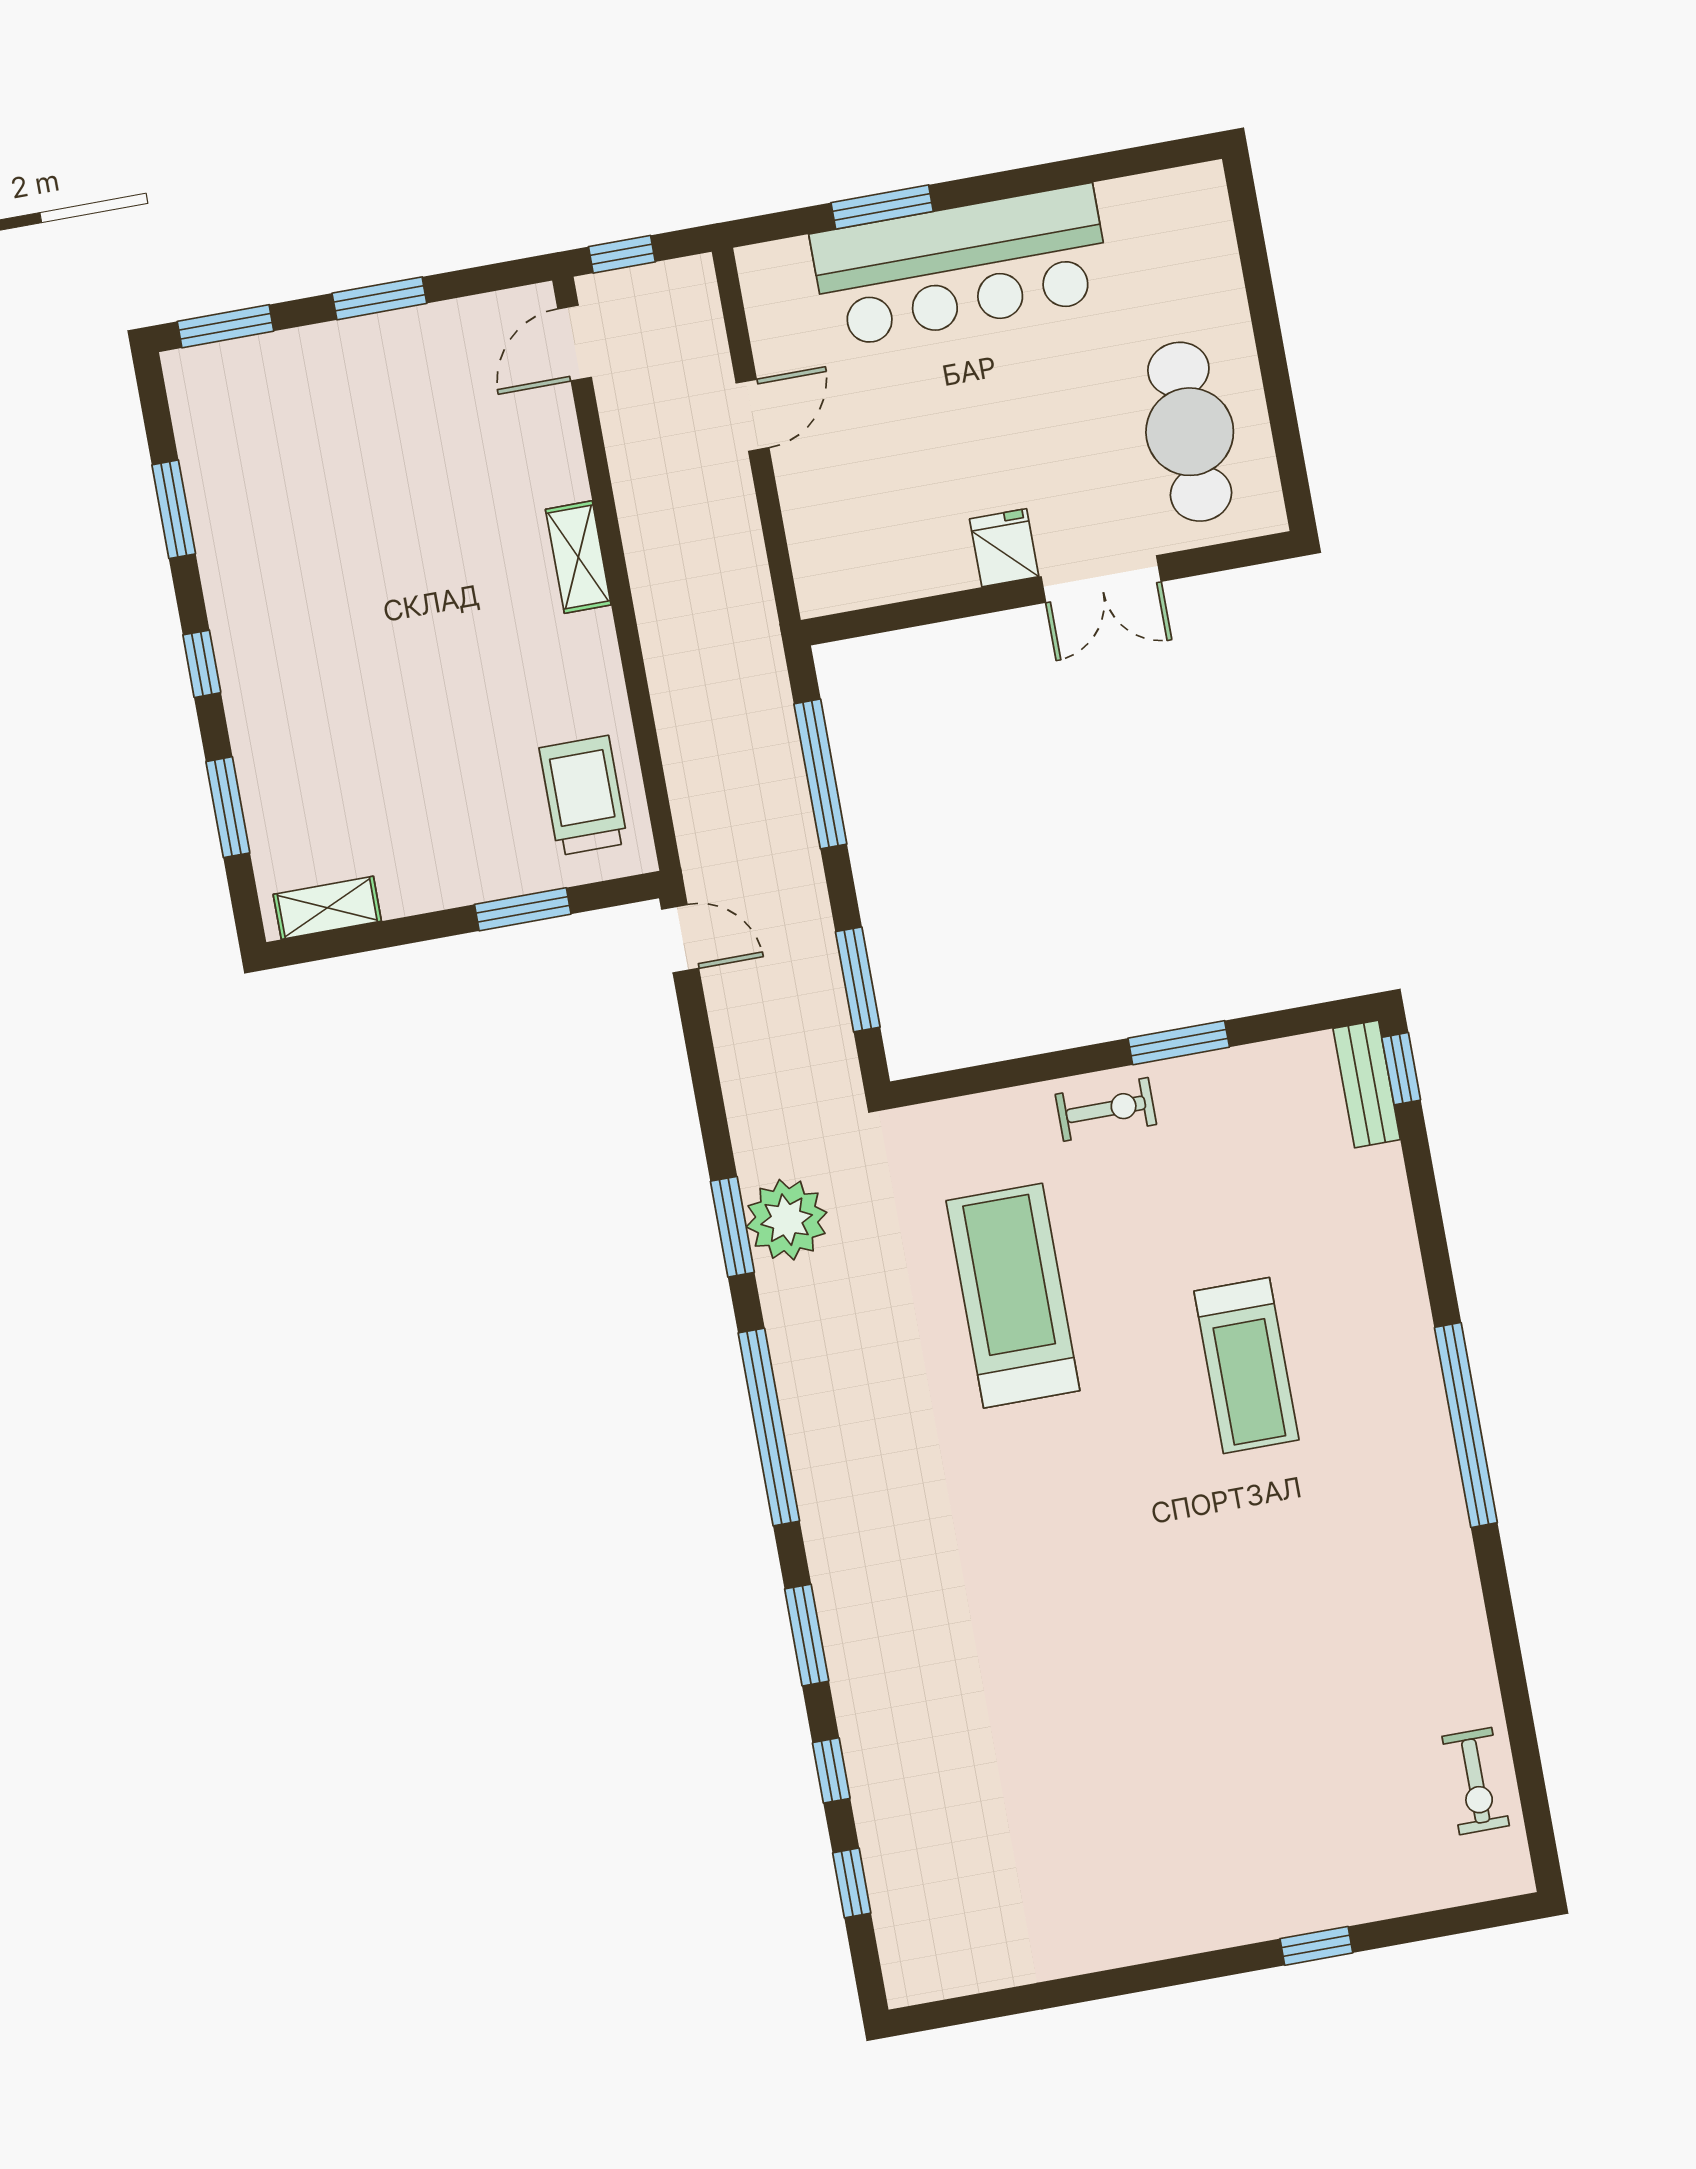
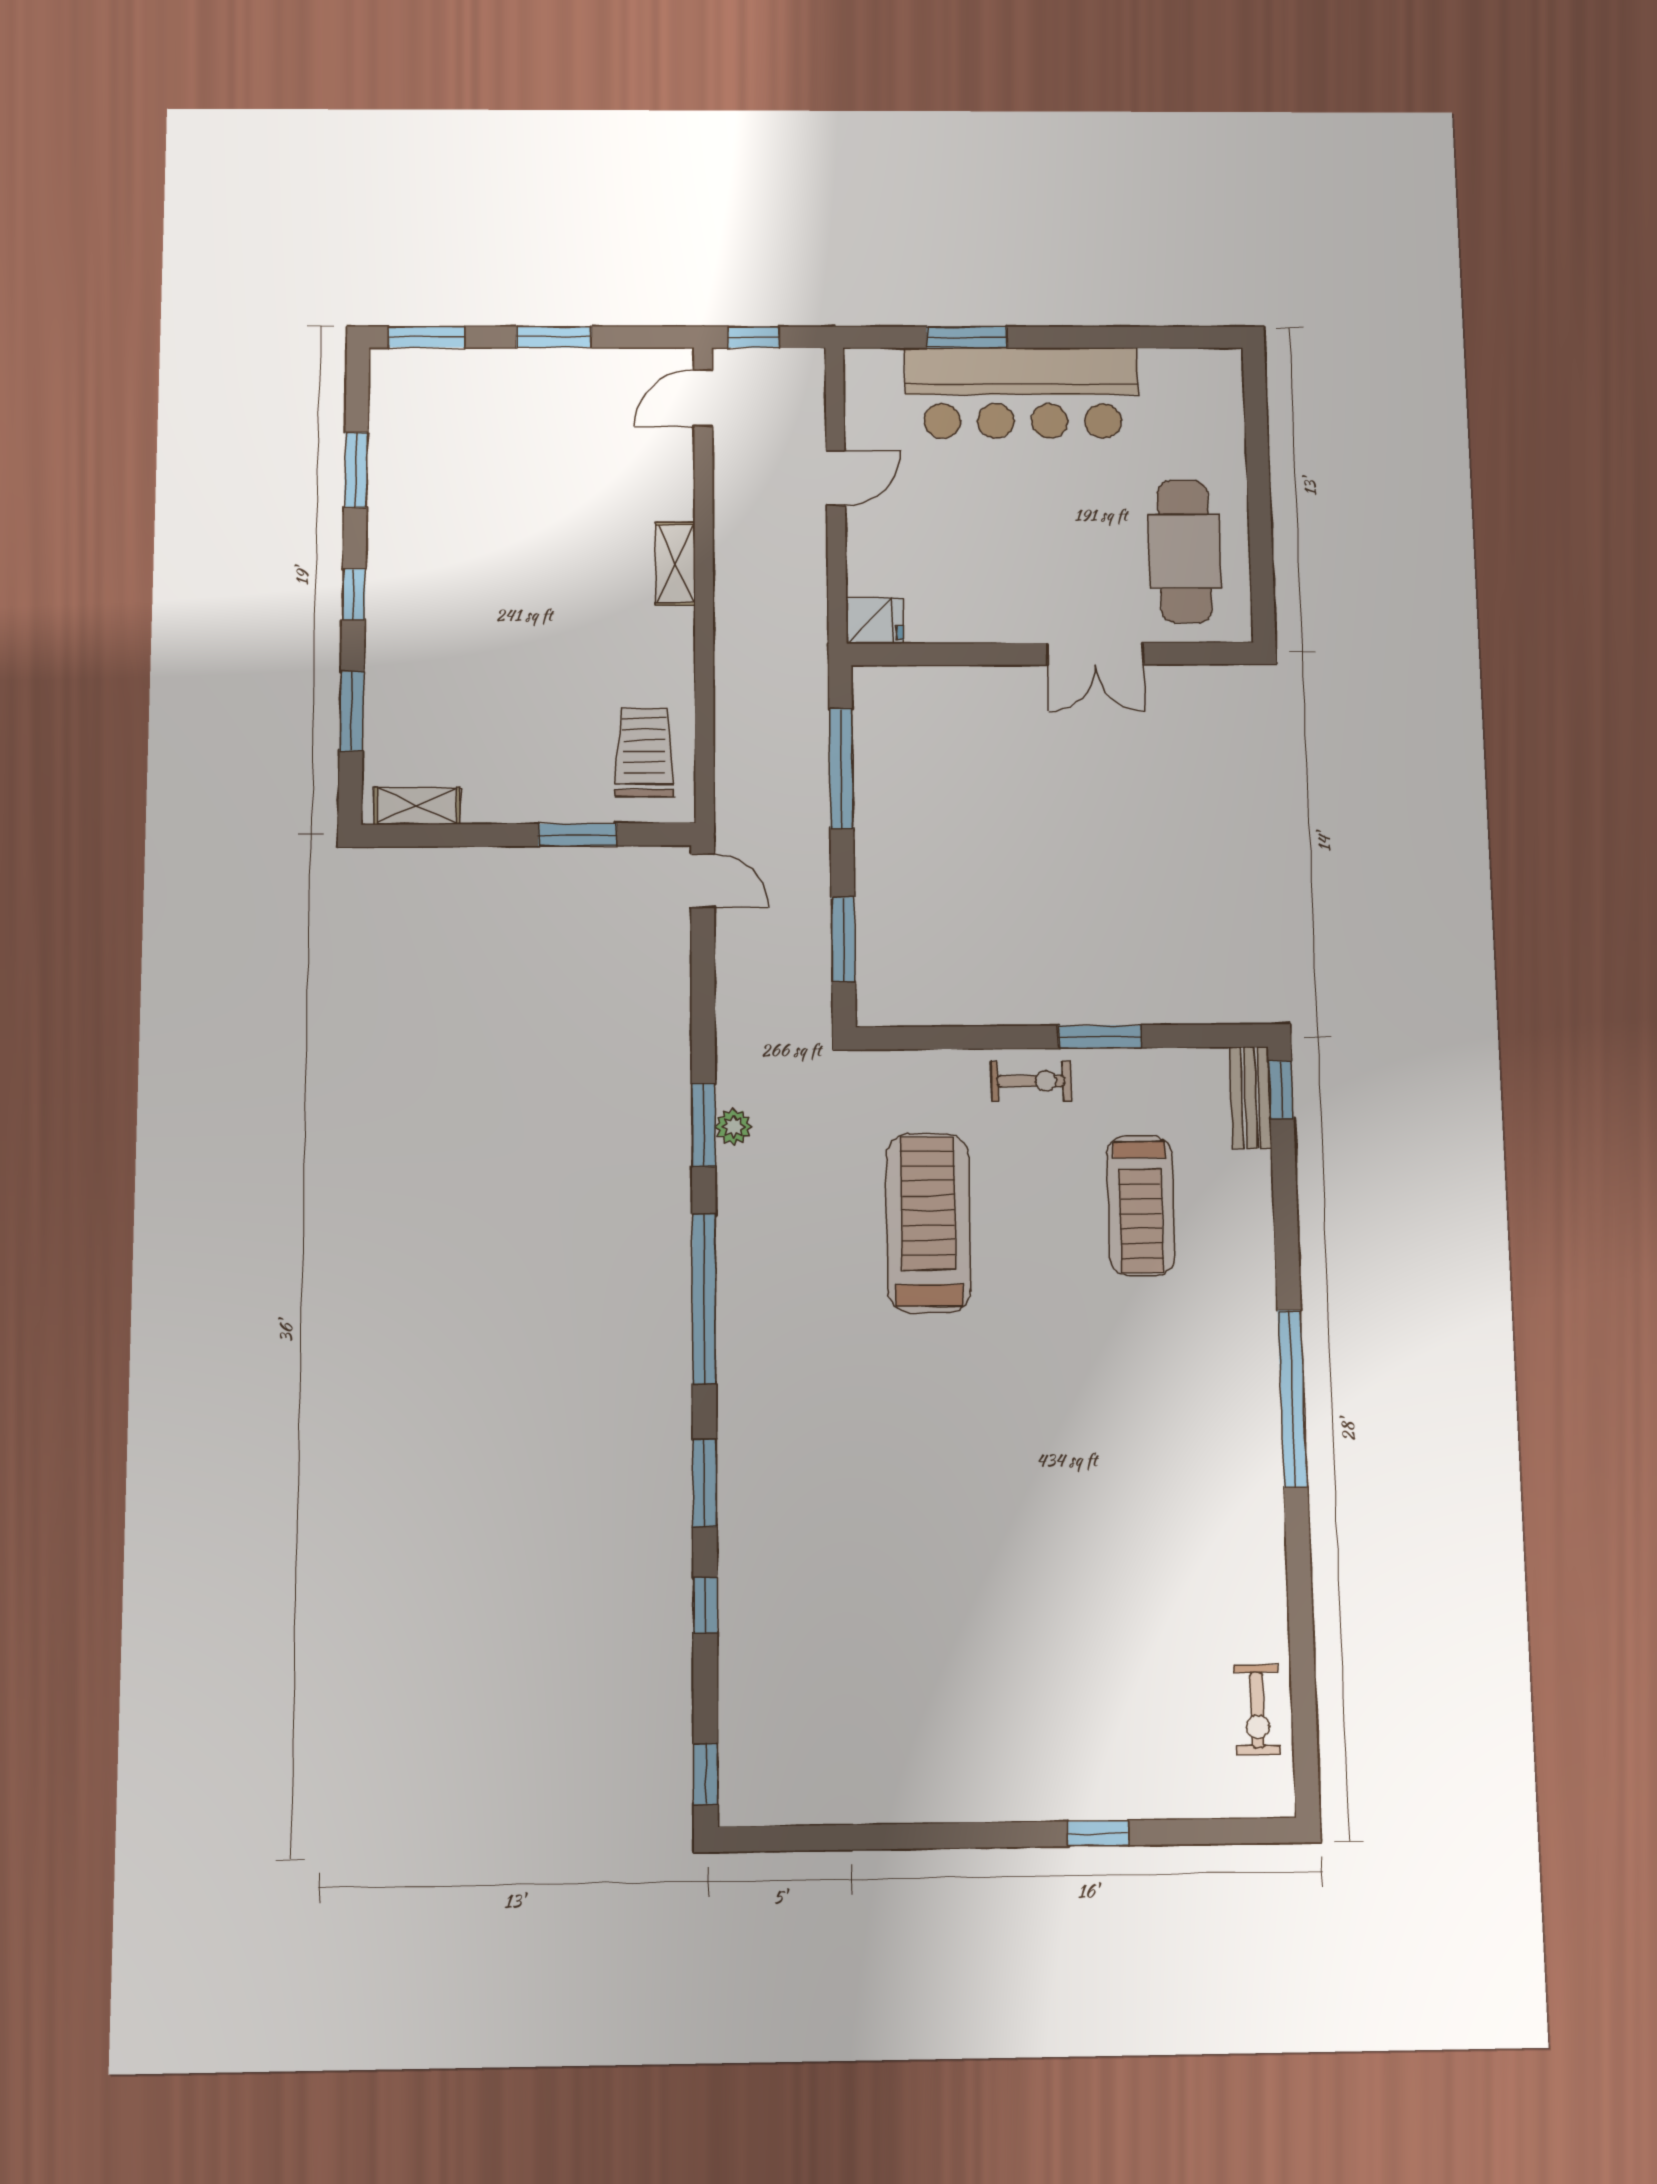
fridge: (1004, 548) -> (875, 621), moved, turned 90
plant: (787, 1220) -> (734, 1127), width x0.53, depth x0.53
treadmill: (1246, 1366) -> (1141, 1206), moved
window: (852, 1883) -> (706, 1774), moved

